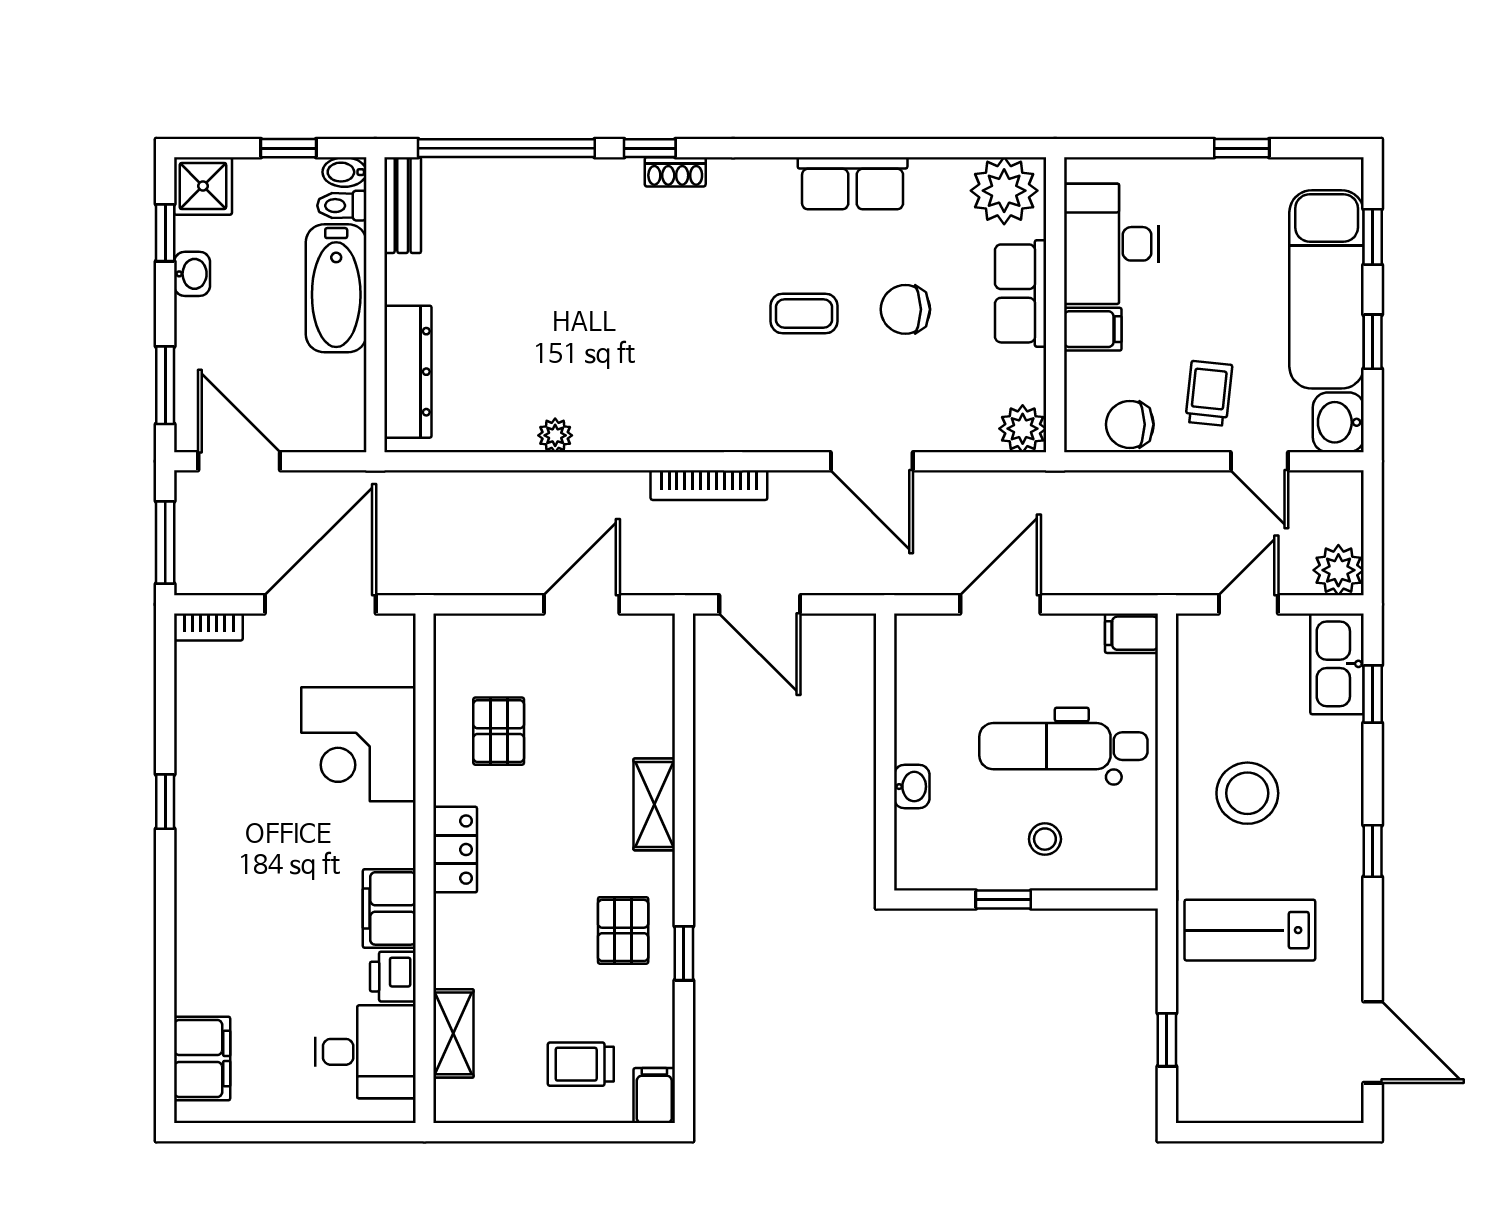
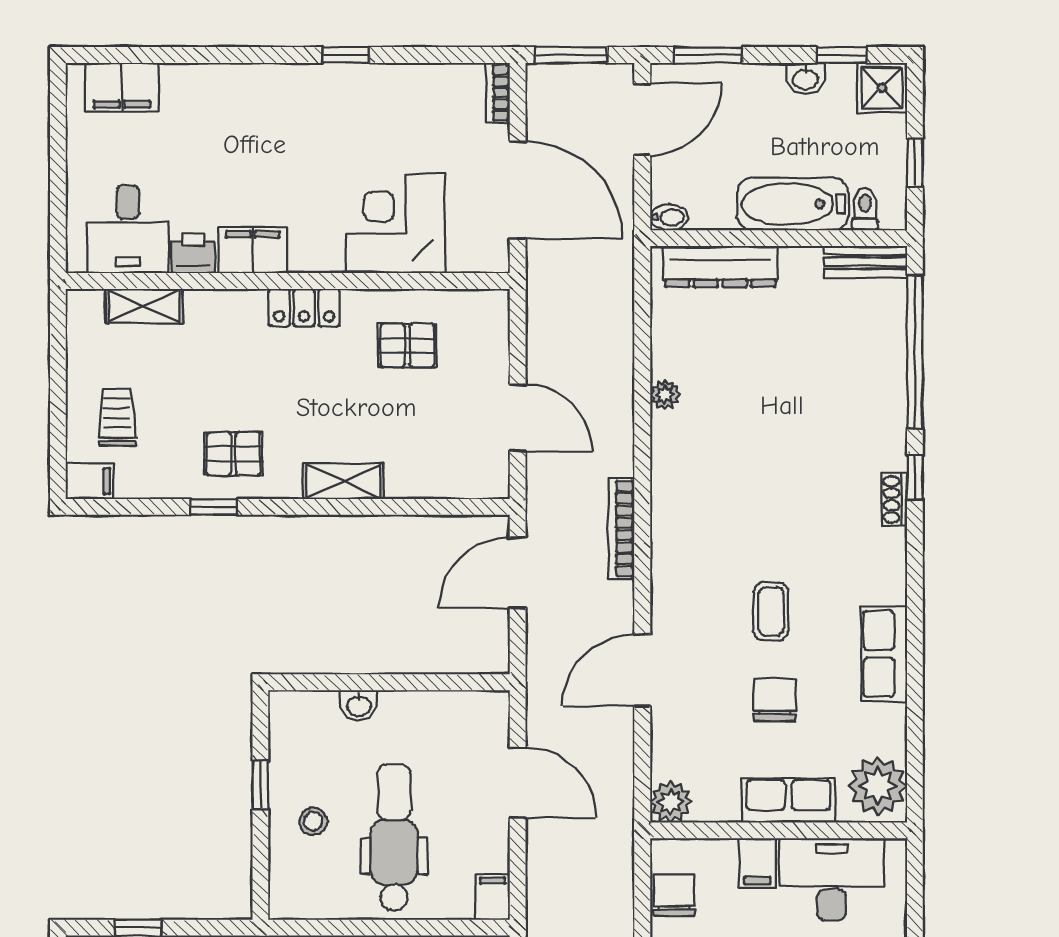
bidet: (344, 172) -> (669, 217), moved, turned 90

